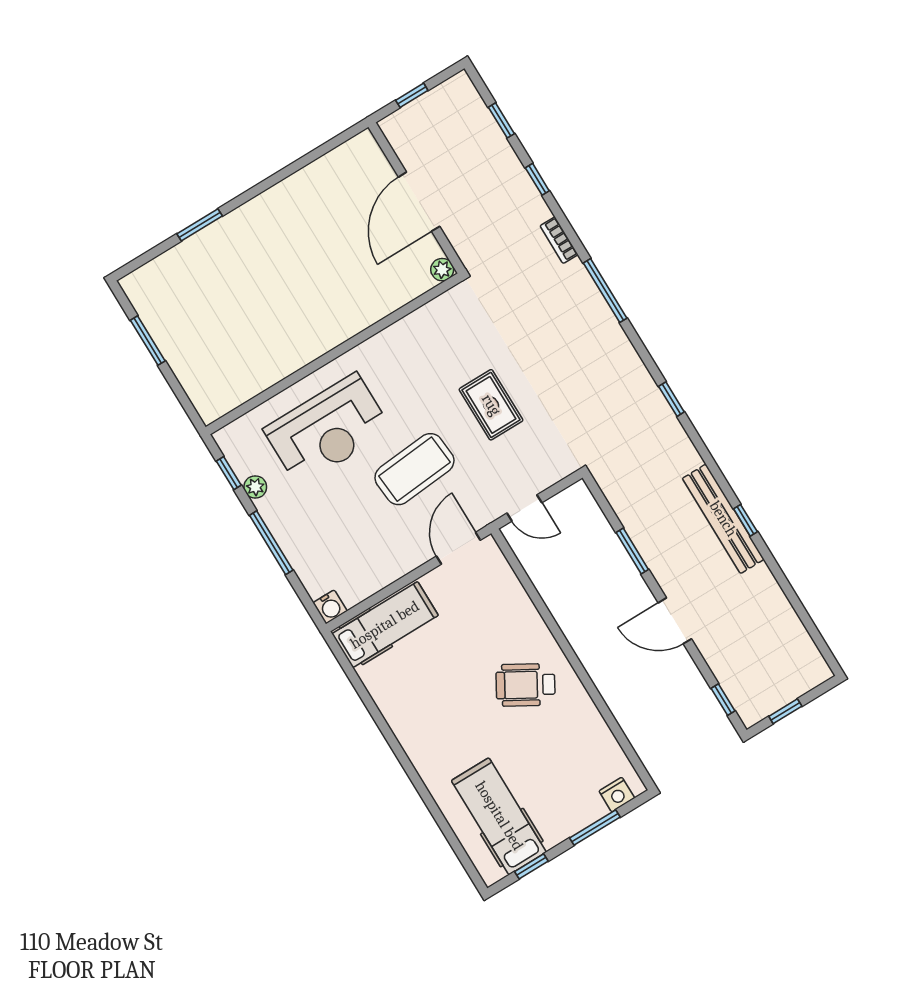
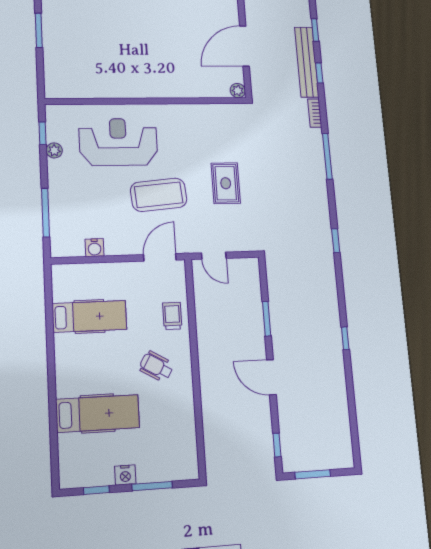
reception desk: (327, 430) -> (118, 142), turned 180
bench: (723, 519) -> (307, 62), moved
window: (271, 543) -> (45, 213), moved
water cooler: (330, 607) -> (94, 248), moved
trolley: (512, 613) -> (172, 316), added
hospital bed: (385, 625) -> (89, 316), moved
wheelchair: (525, 685) -> (156, 366), width x0.73, depth x0.73
window: (785, 711) -> (313, 474), width x1.50
nightstand: (617, 795) -> (125, 475), moved
hospital bed: (499, 816) -> (98, 413), moved, turned 90

